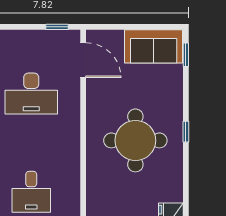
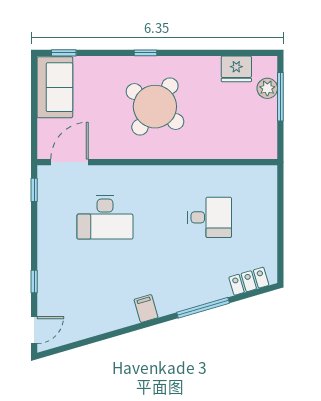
desk: (31, 94) -> (105, 217), turned 90
round table: (135, 140) -> (155, 107), turned 36

